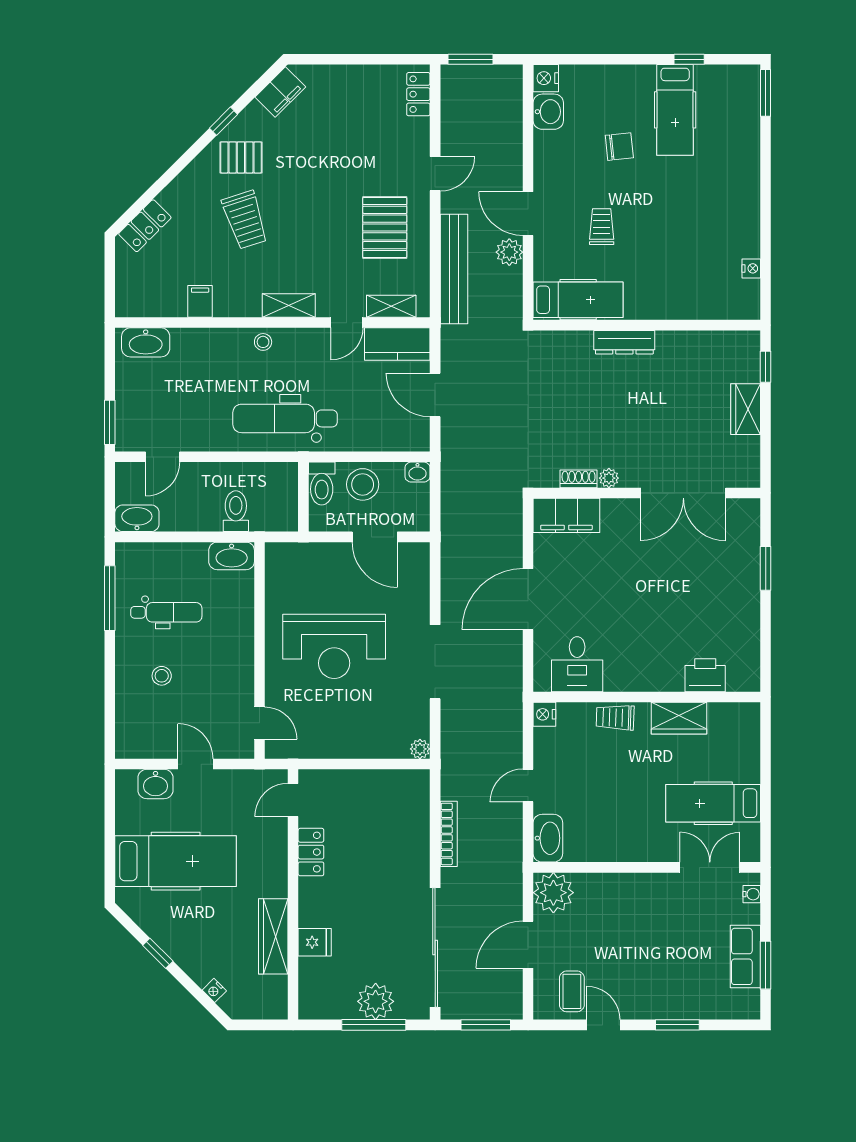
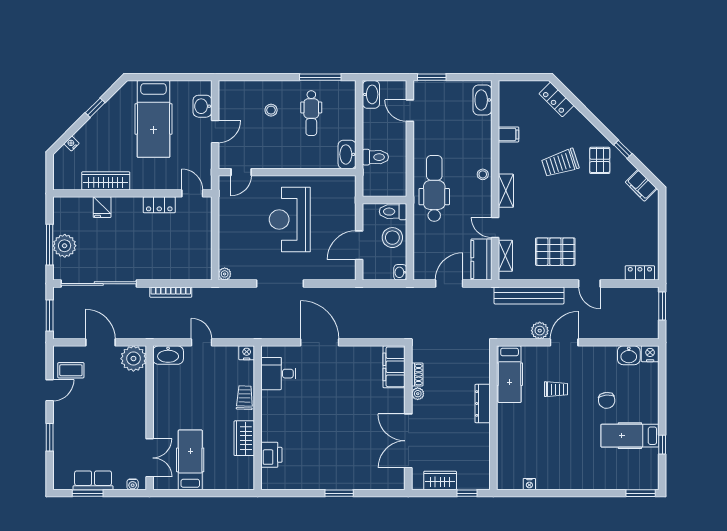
plant: (609, 478) -> (418, 394), moved
shoe rack: (579, 479) -> (417, 374), moved
wall: (647, 493) -> (408, 418), moved
double door: (683, 493) -> (408, 441), moved
filing cabinet: (566, 515) -> (394, 367), moved

